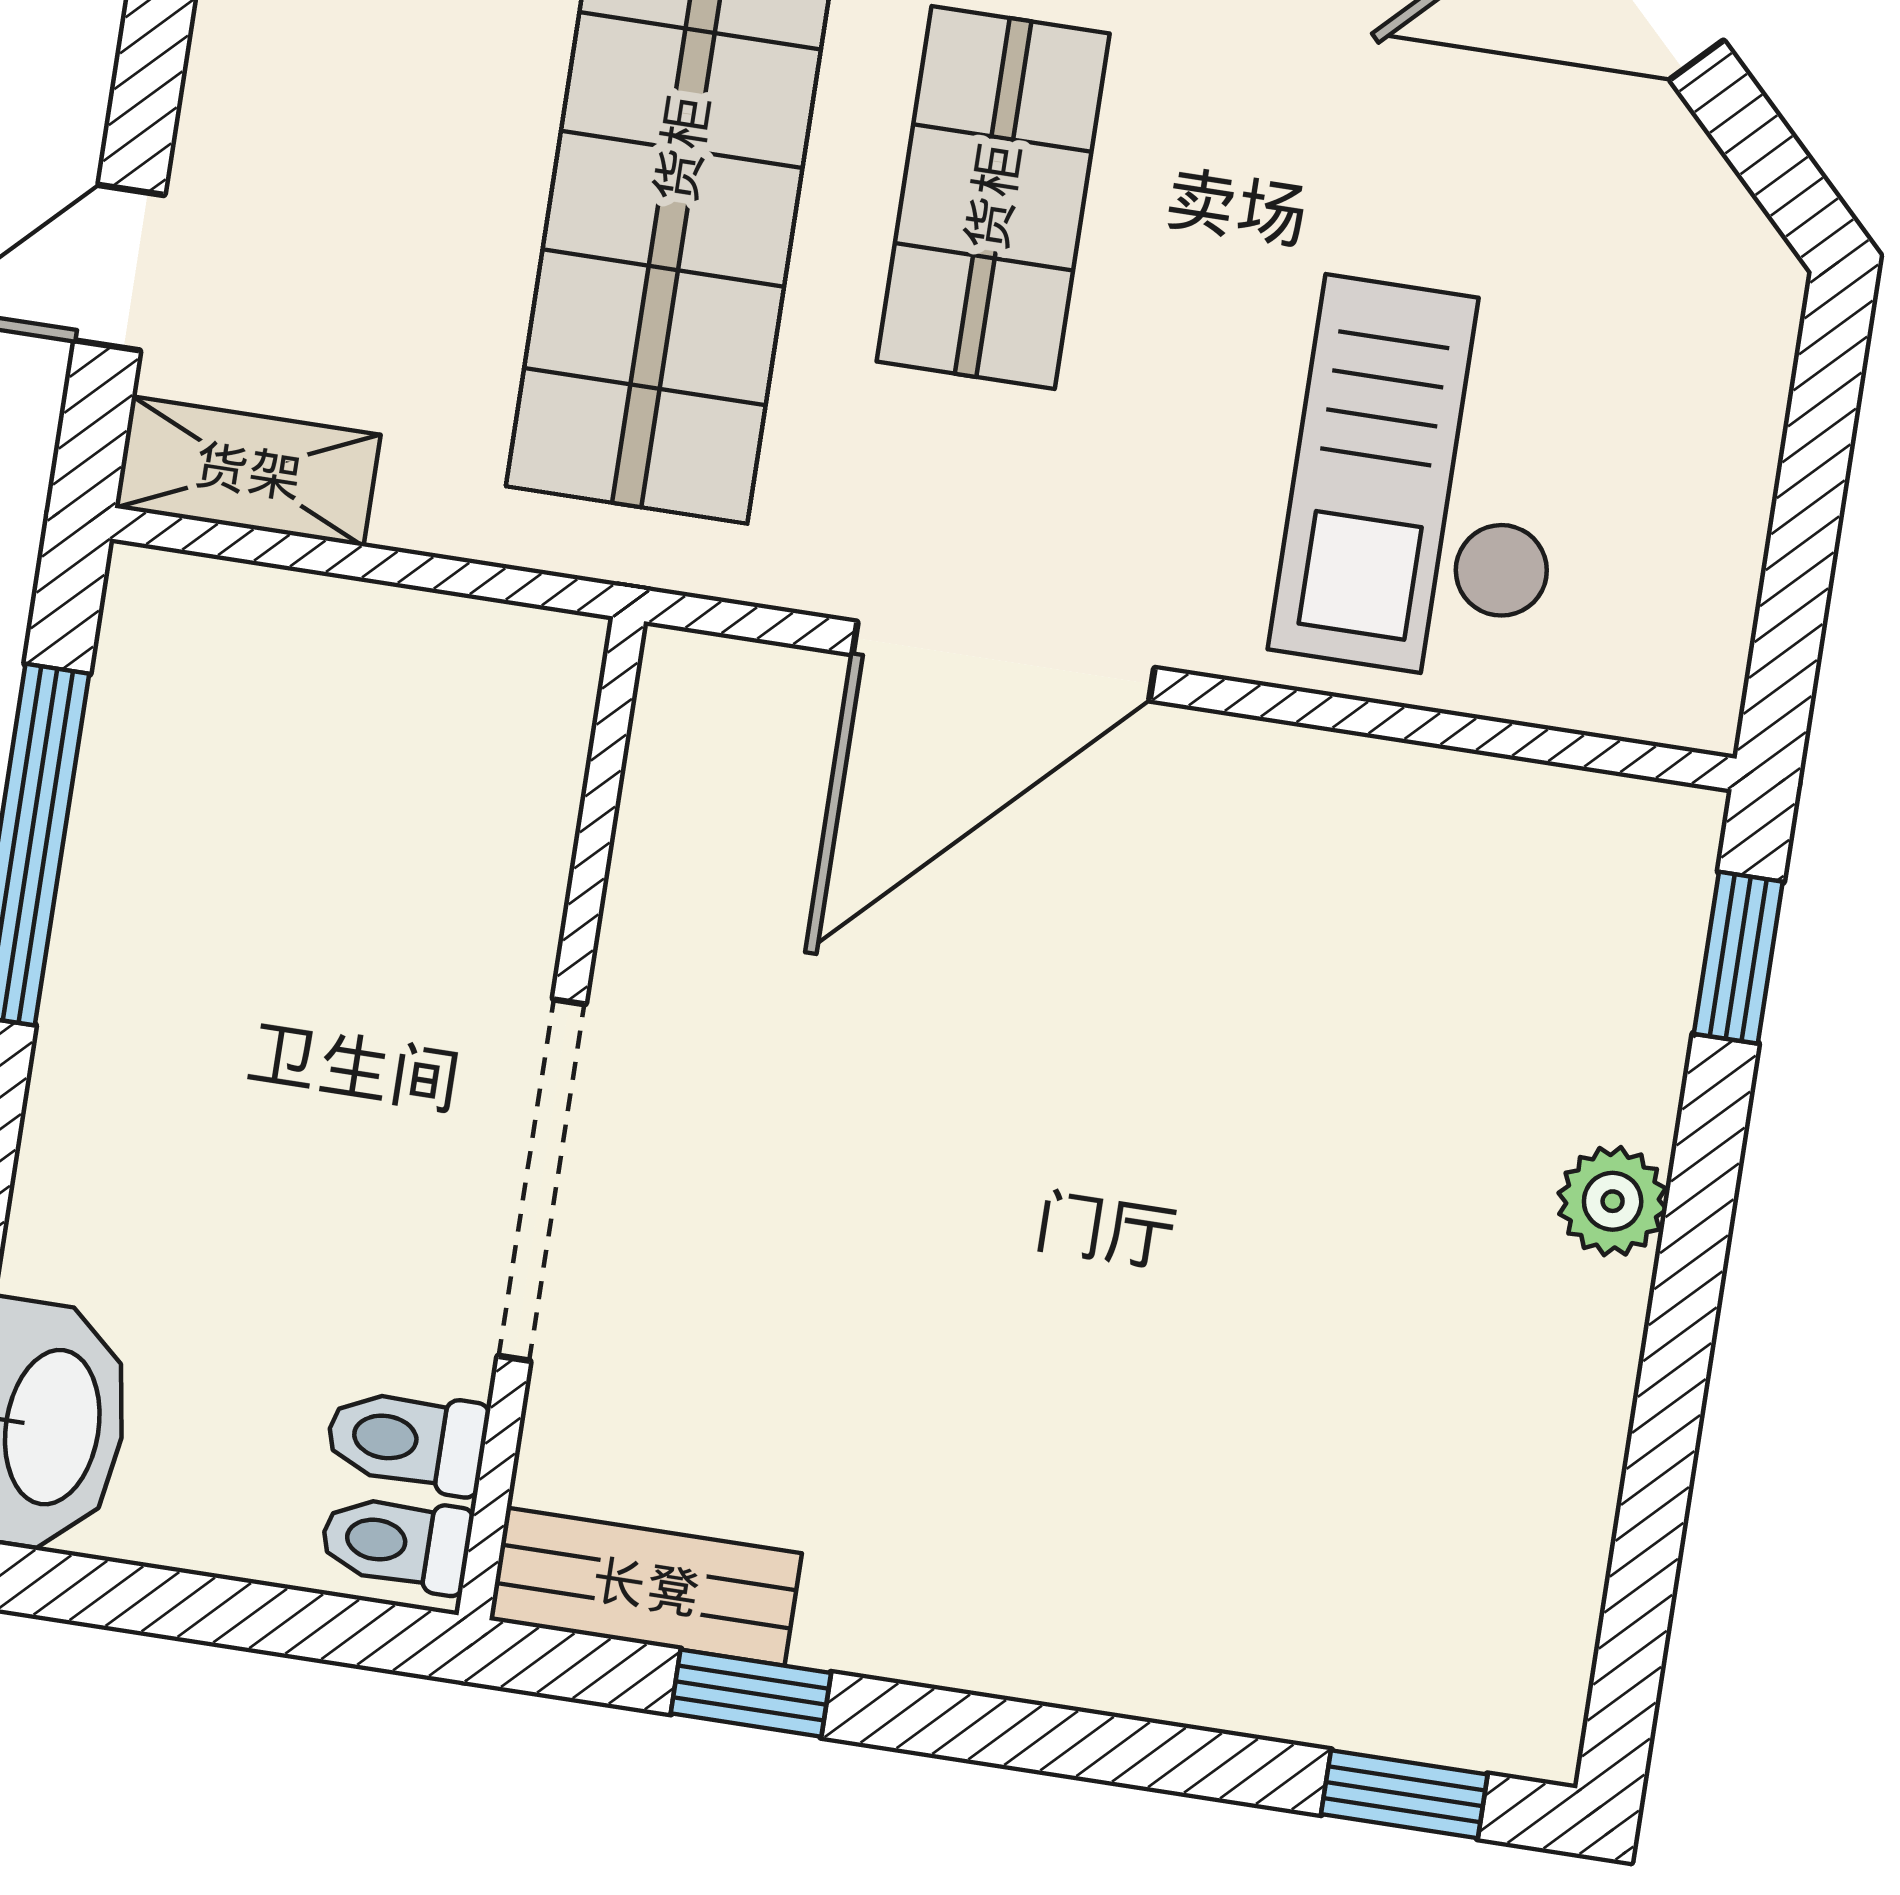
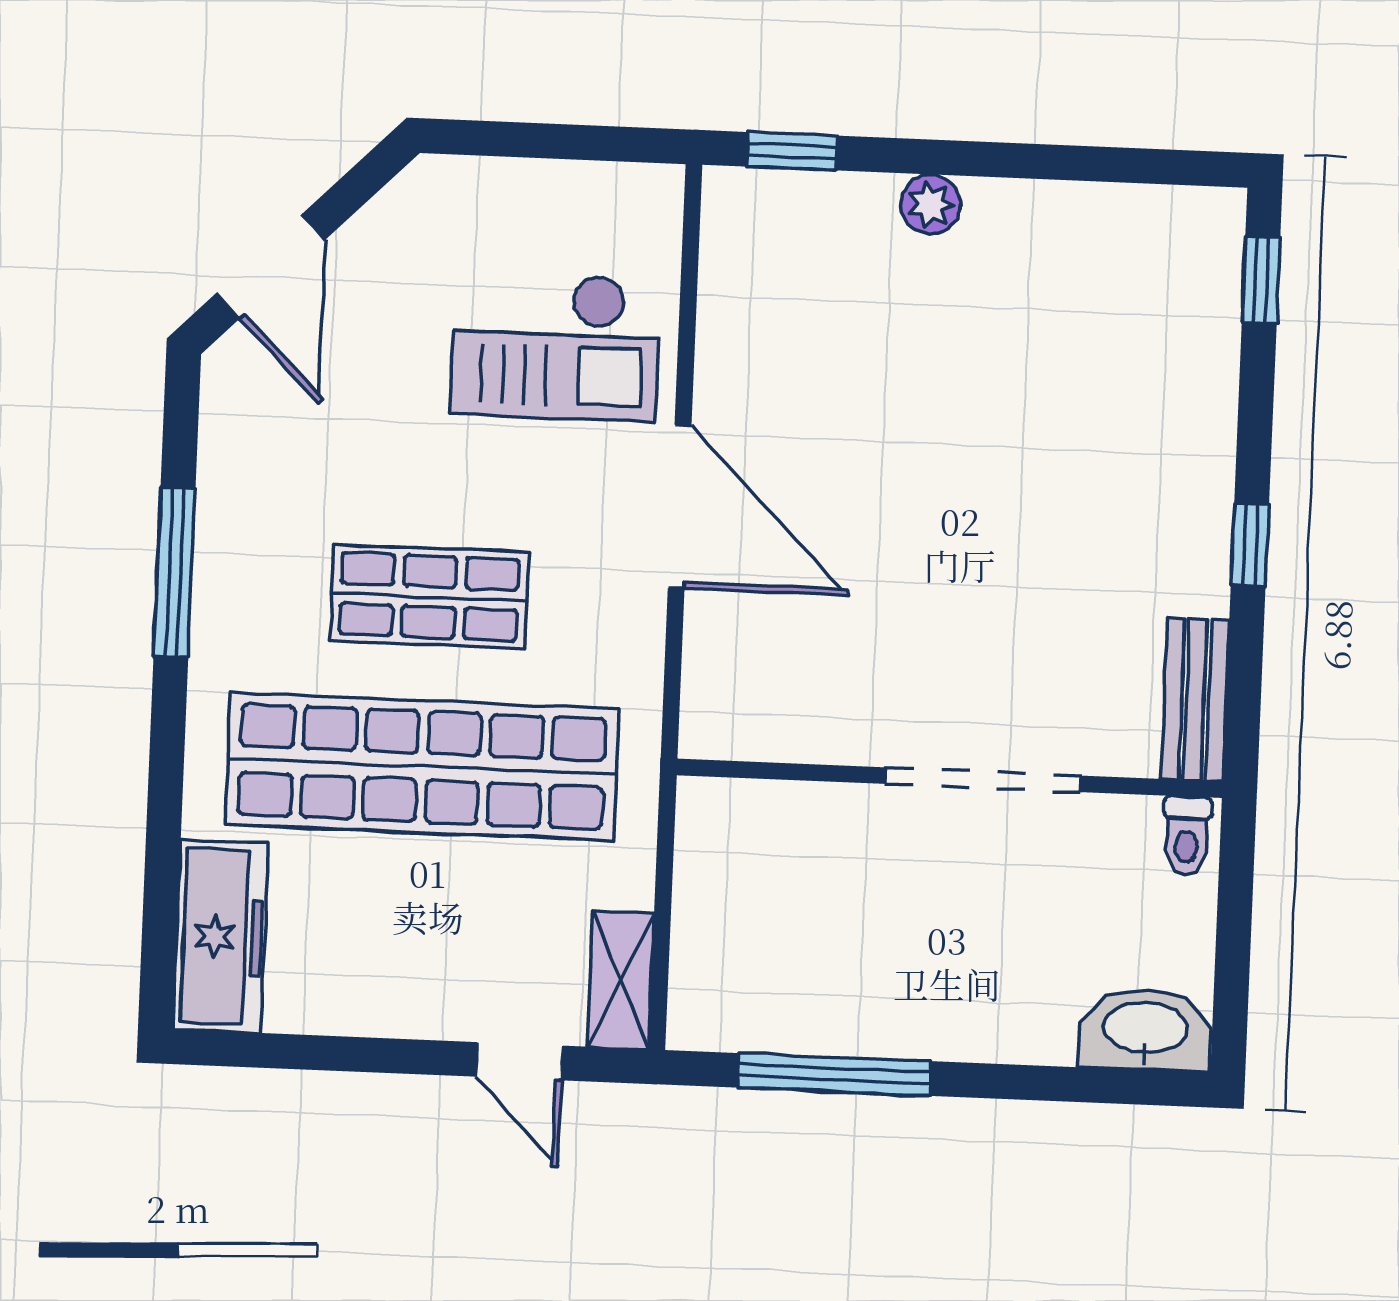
door: (1003, 661) -> (680, 507), moved
toilet: (407, 1440) -> (1131, 836), removed
window: (751, 1693) -> (1250, 545), moved

